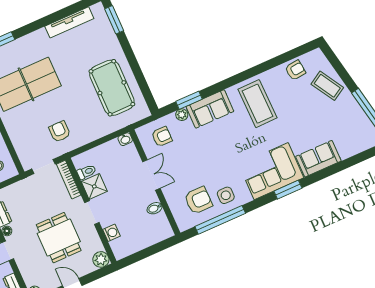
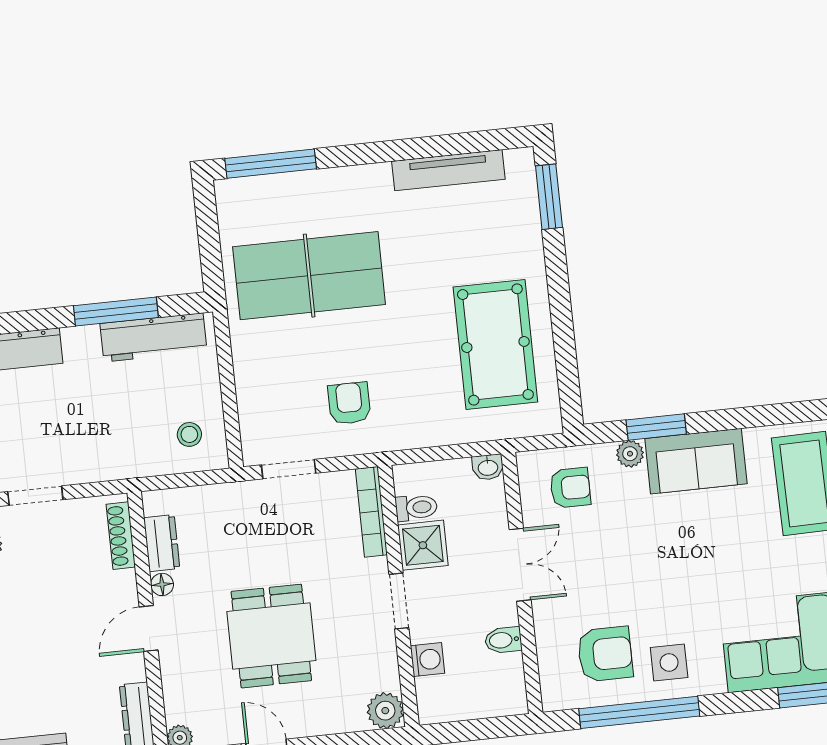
toilet: (87, 172) -> (416, 508), moved
bookcase: (69, 180) -> (371, 512), moved
shower: (94, 186) -> (423, 545), moved
wall: (91, 211) -> (398, 596), moved
doorway: (92, 213) -> (399, 601), moved
washing machine: (111, 233) -> (428, 660), moved
plant: (101, 259) -> (385, 711), moved

